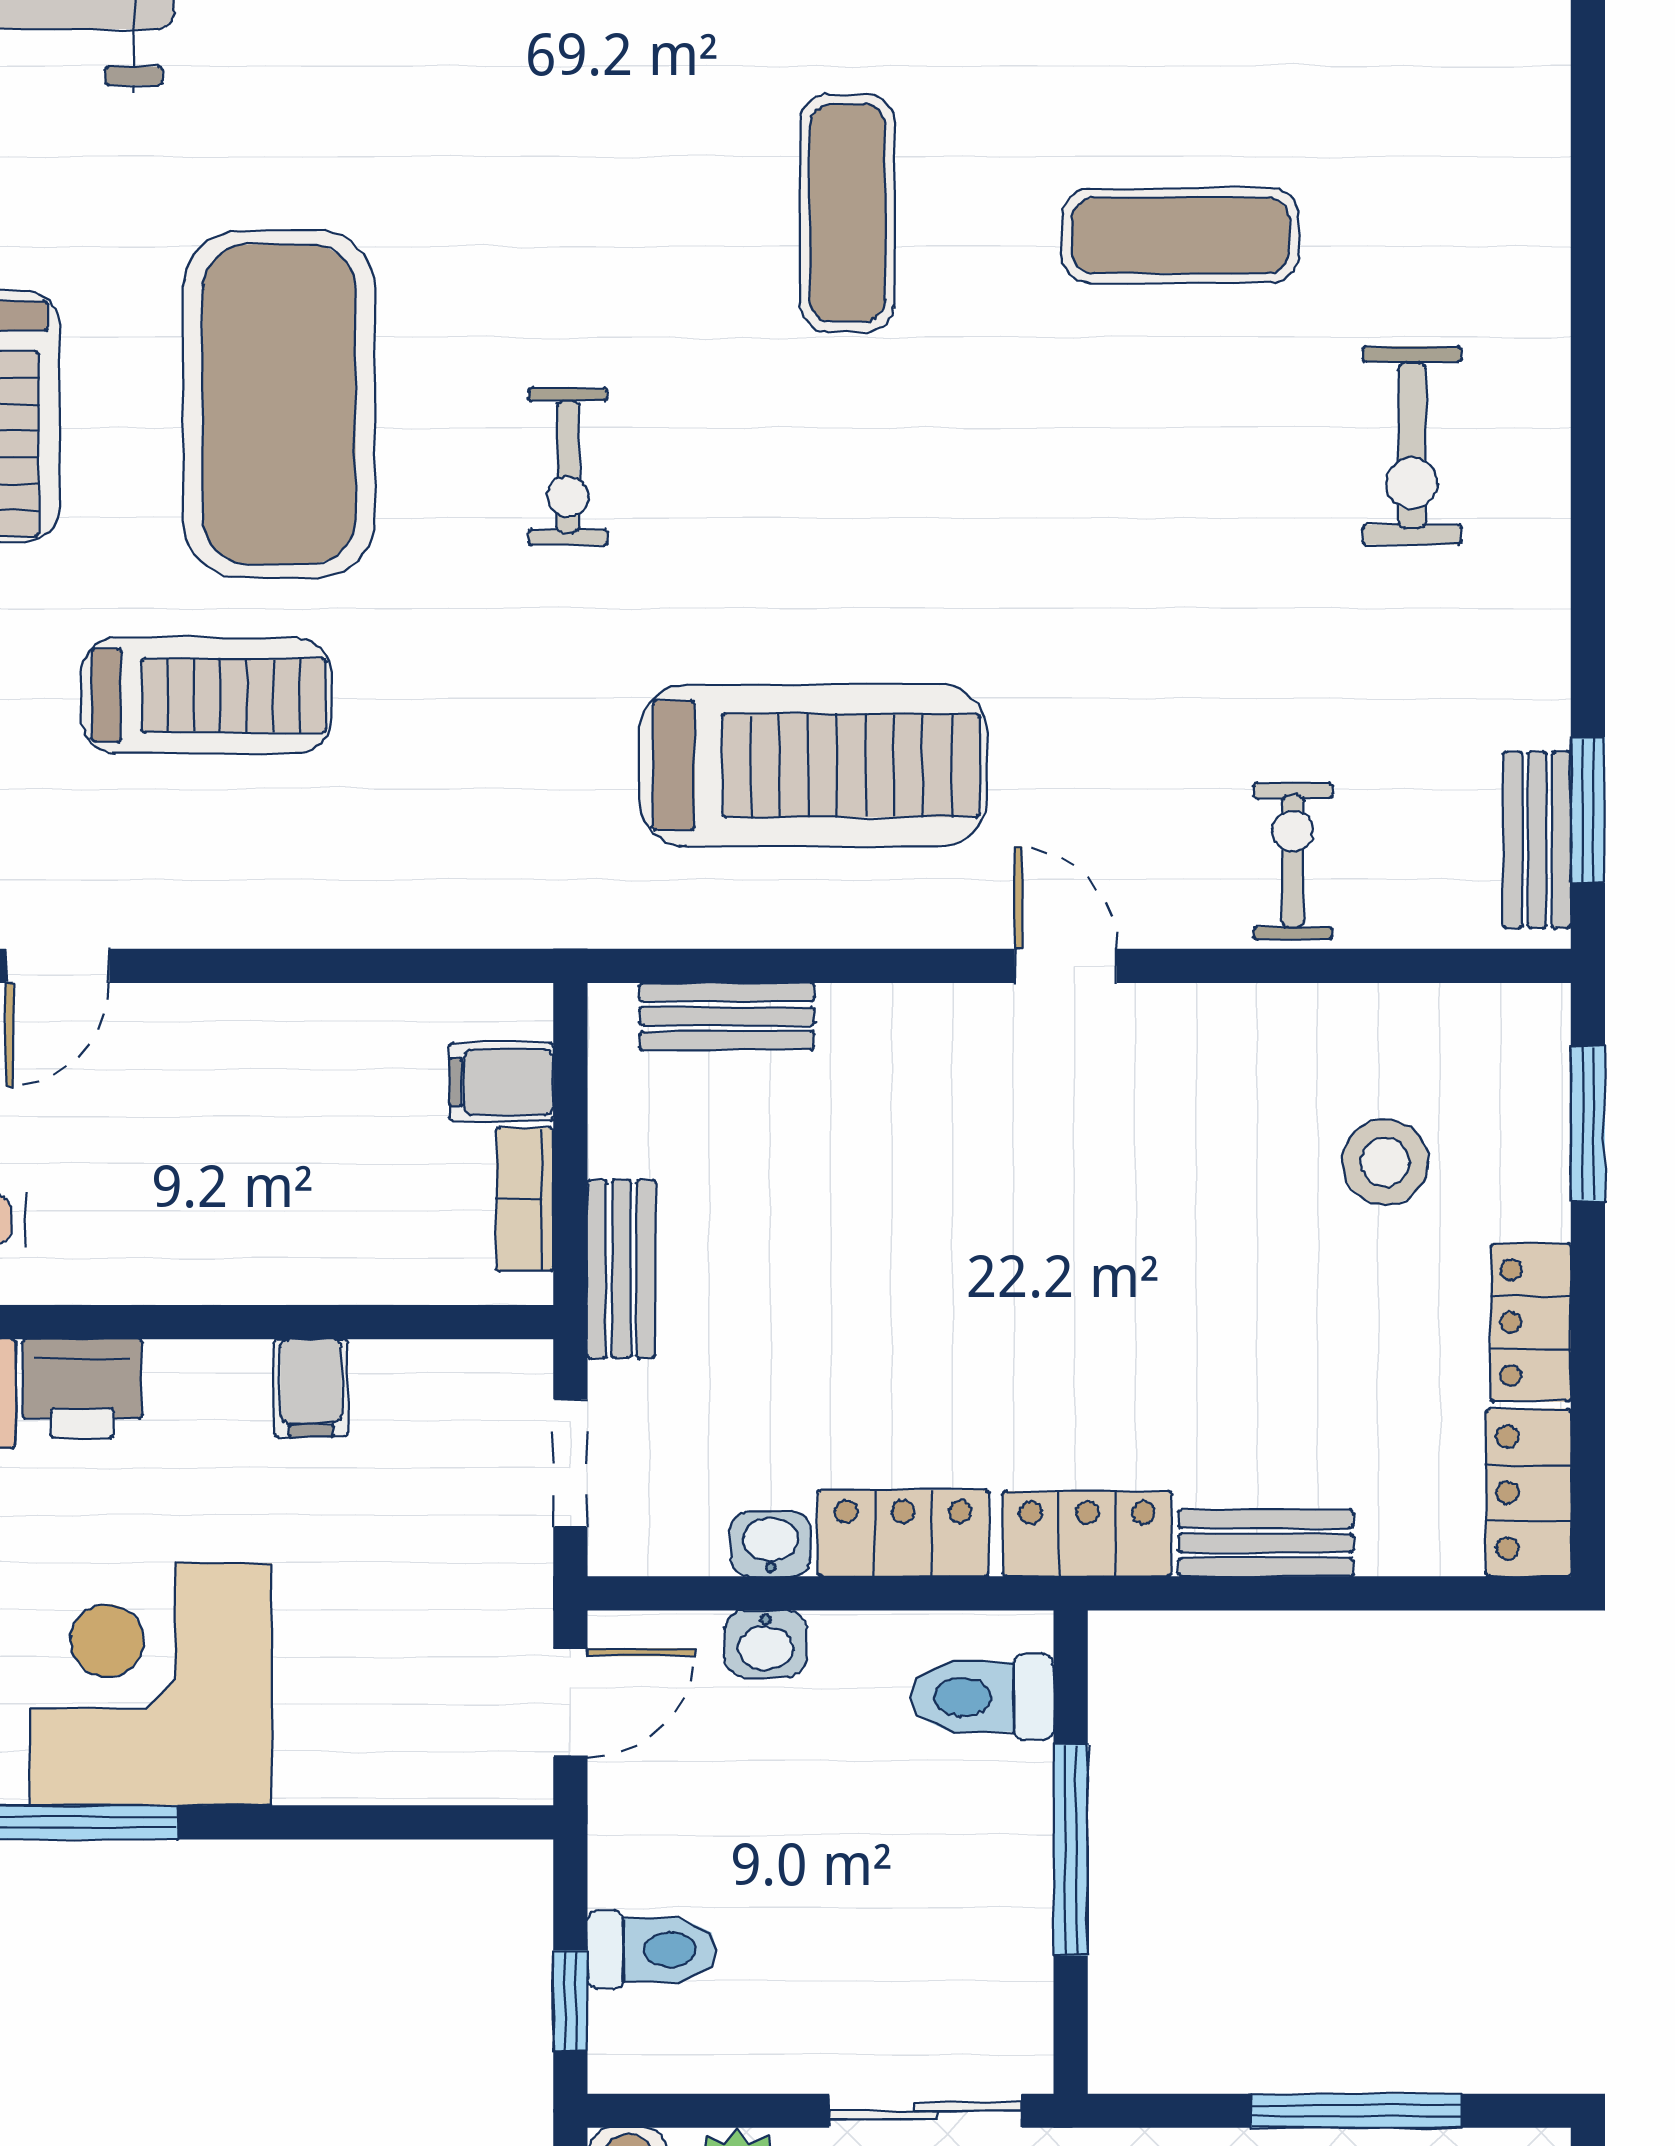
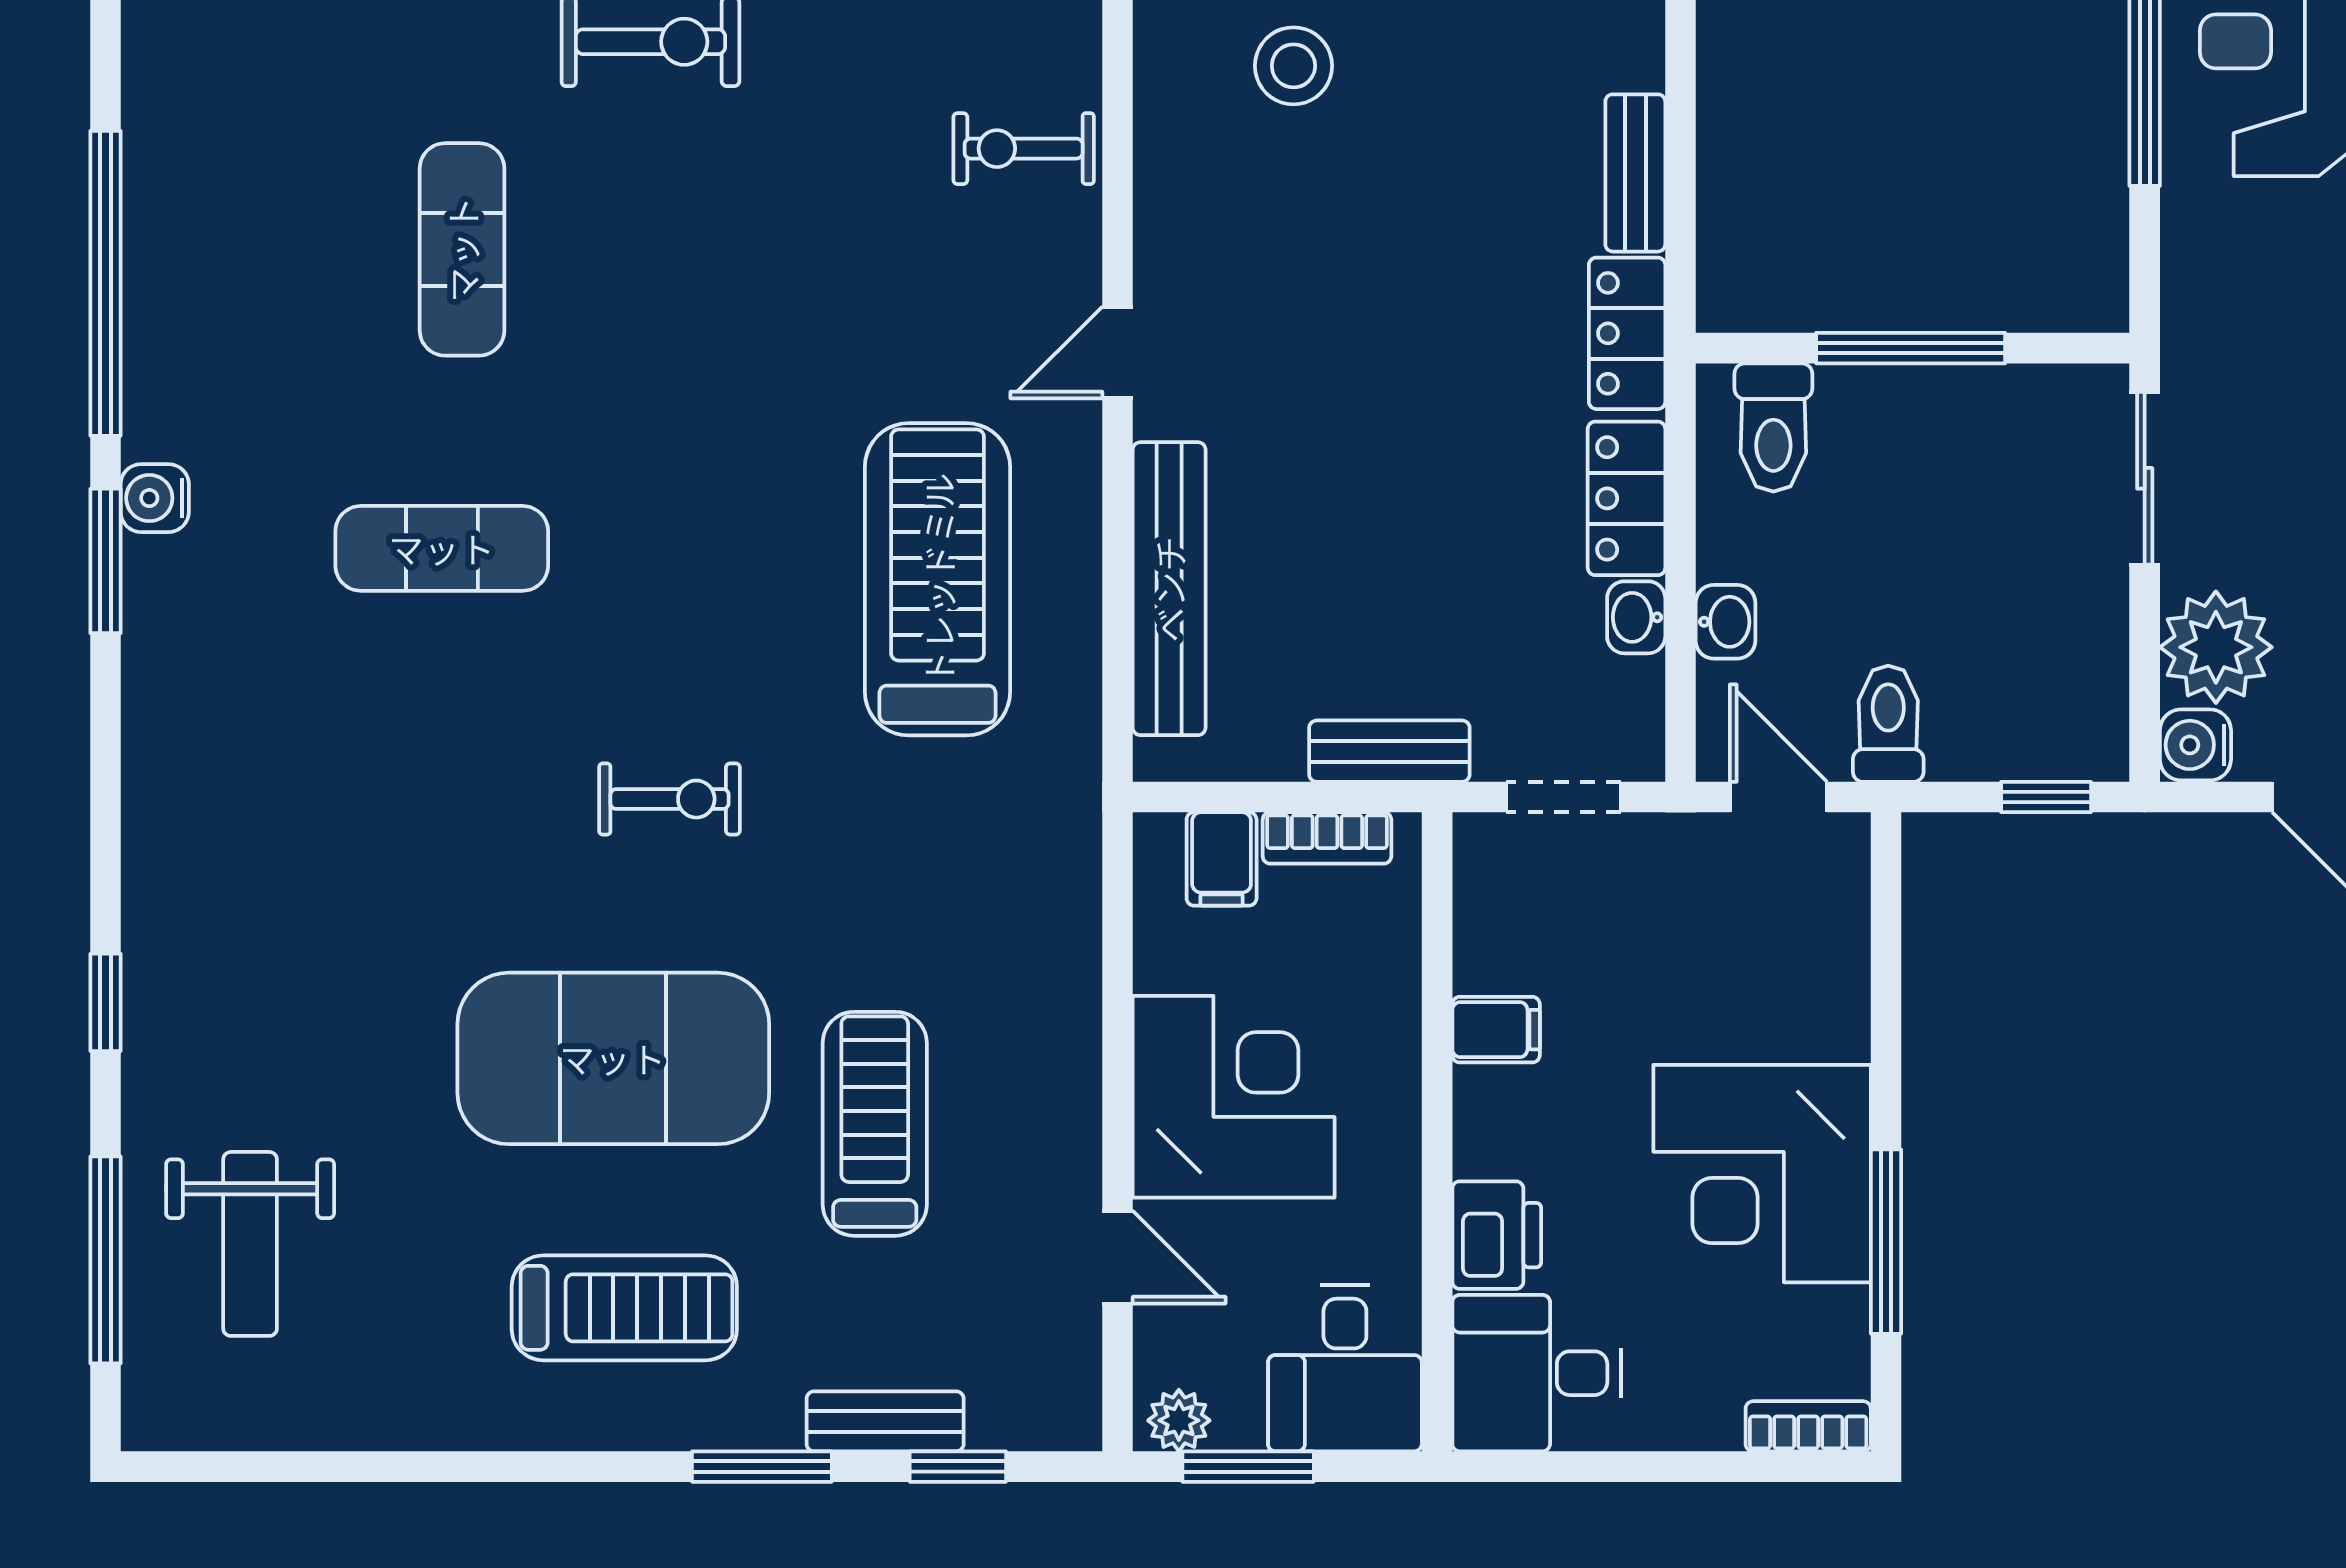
bench: (727, 1016) -> (1169, 589), width x1.86, depth x1.21
corner desk: (236, 1095) -> (1234, 1097), added
toilet: (652, 1950) -> (1888, 724), moved

